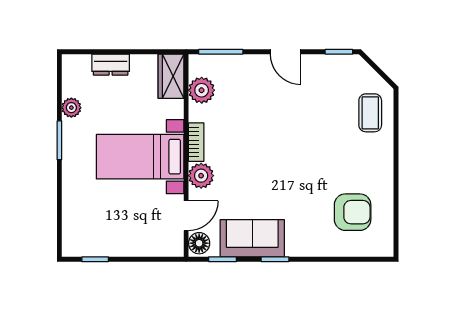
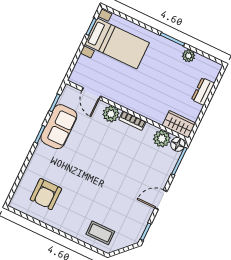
bed with nightstands: (140, 157) -> (117, 43), moved, turned 90
floor lamp: (199, 243) -> (178, 144), moved

